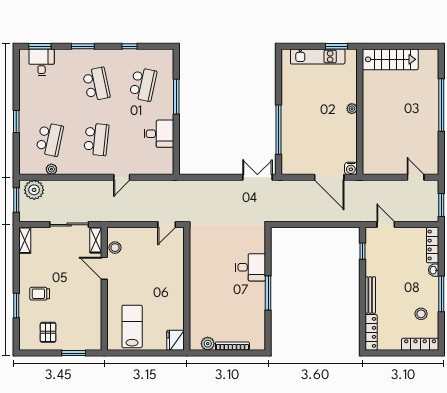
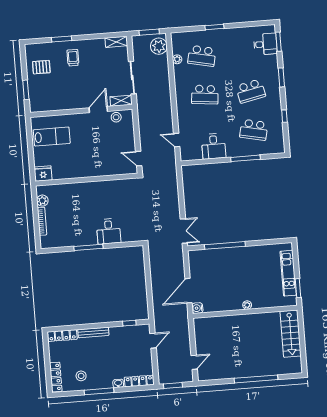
door: (122, 177) -> (177, 140), moved

